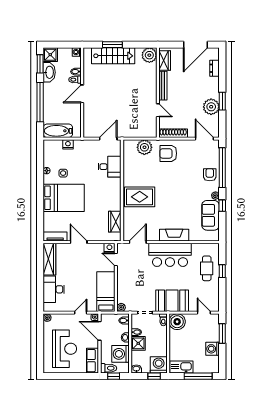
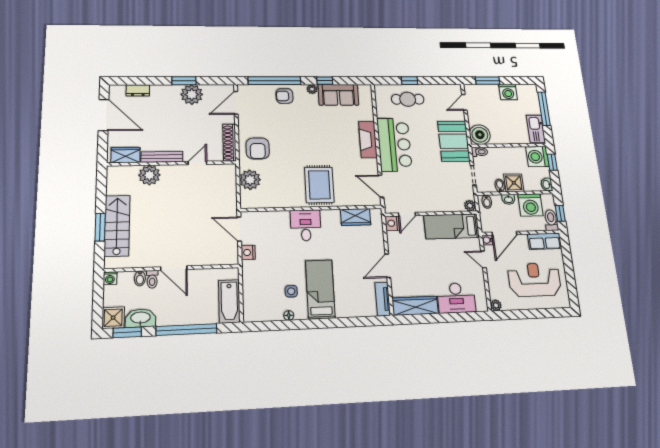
plant: (149, 55) -> (149, 175), moved
nightstand: (68, 144) -> (248, 252), moved
desk: (110, 167) -> (306, 225), moved
bed: (64, 198) -> (320, 289), width x0.67

